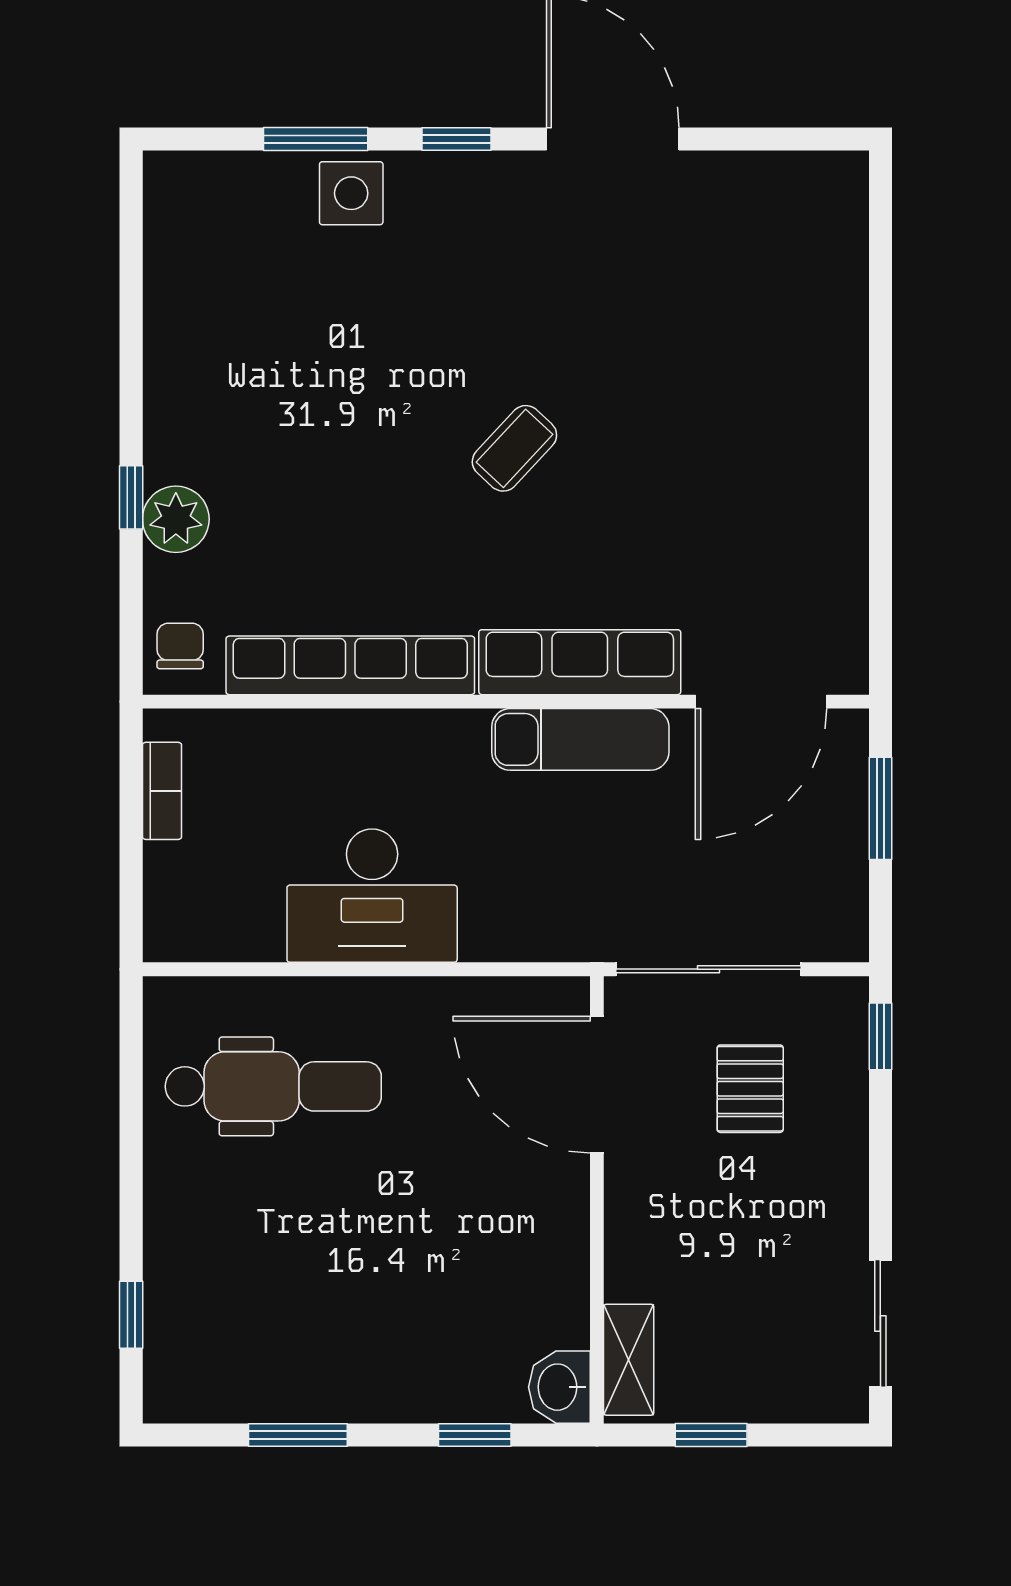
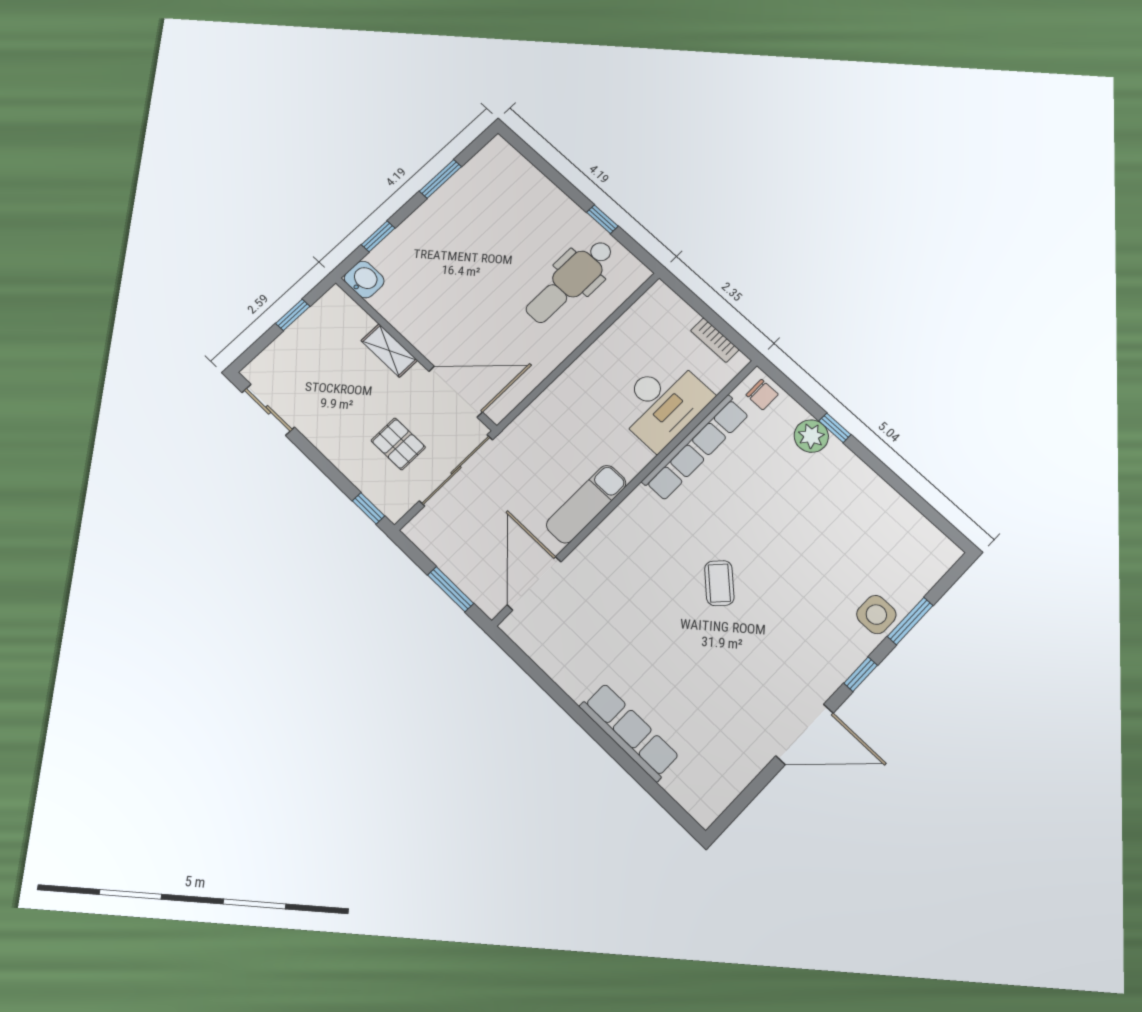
row of seats: (580, 662) -> (629, 732), moved, turned -90
desk: (372, 896) -> (663, 403), moved, turned 180
window: (131, 1315) -> (602, 219), moved
shelving: (629, 1360) -> (389, 350), moved

